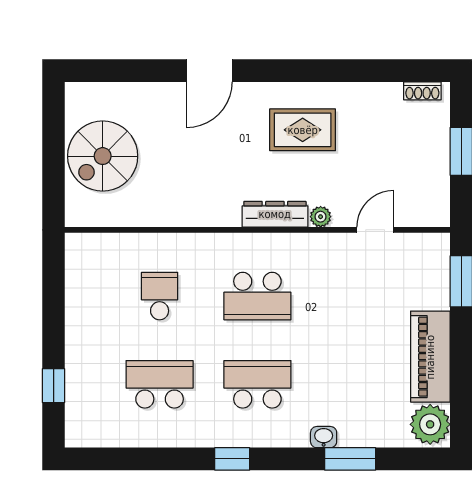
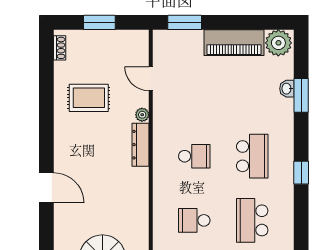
rug: (303, 130) -> (89, 98), moved, turned 90
school desk: (257, 296) -> (194, 156), width x0.54
school desk: (257, 384) -> (252, 156), turned 180
washbasin: (324, 437) -> (287, 89), moved

